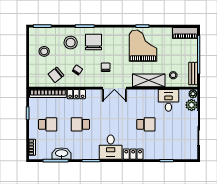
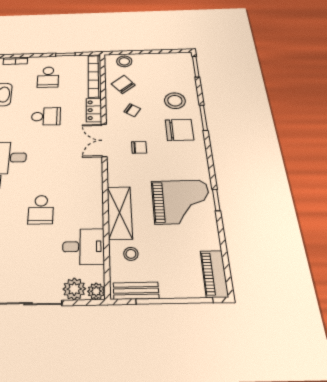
stool: (44, 51) -> (124, 61), moved
double door: (114, 88) -> (104, 140), moved
school desk: (80, 124) -> (46, 116), turned 90

